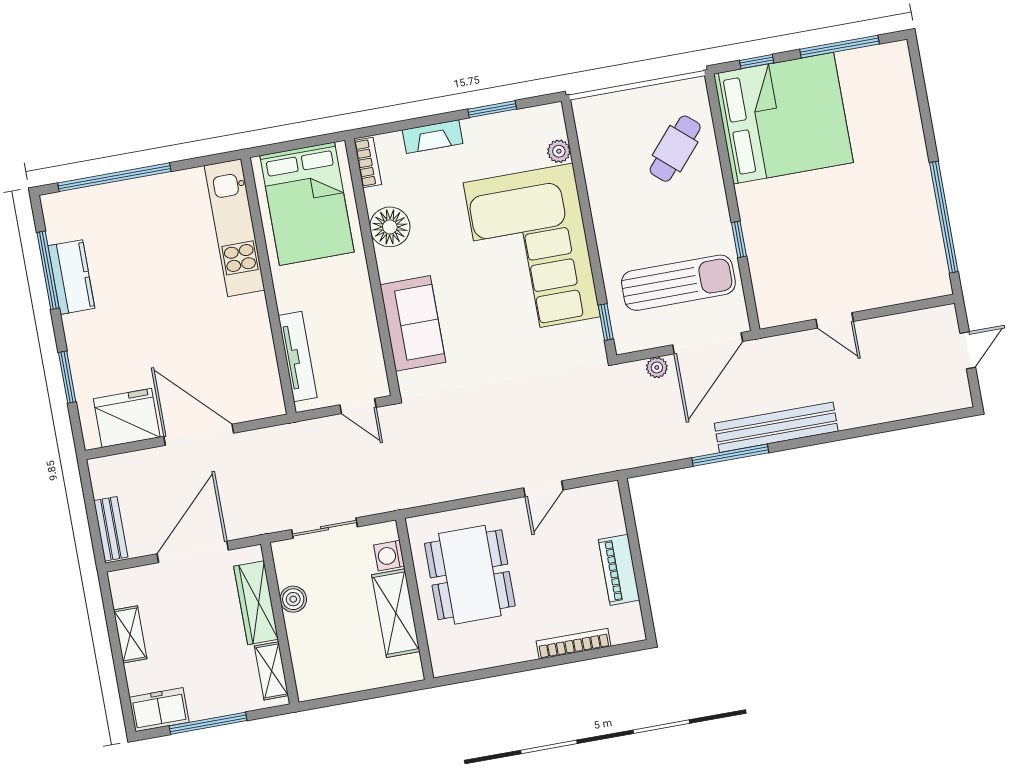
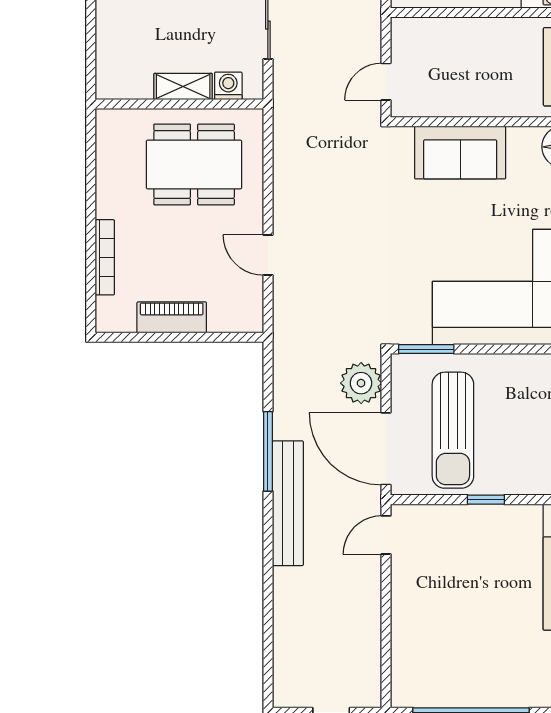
door: (835, 320) -> (386, 535), moved
window: (606, 322) -> (426, 349), width x1.50
tv unit: (298, 357) -> (448, 29), removed
plant: (657, 367) -> (361, 383), width x1.88, depth x1.88
shelving: (396, 613) -> (183, 86), width x0.67, depth x0.75

